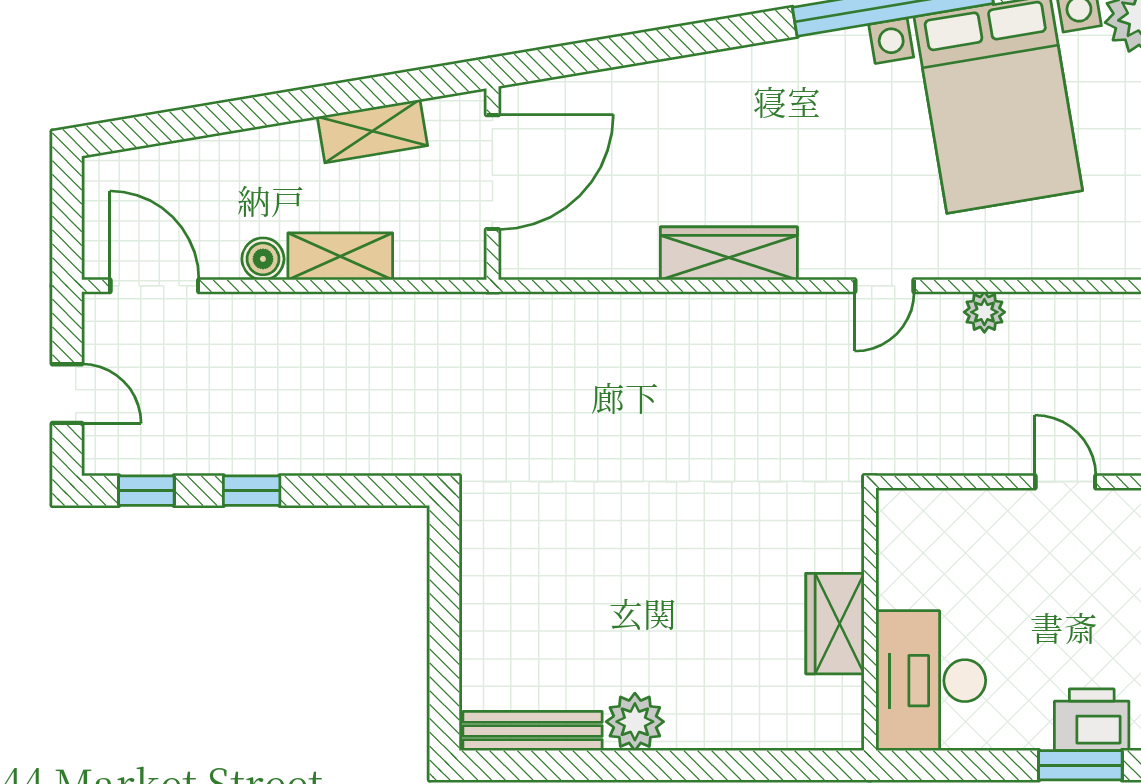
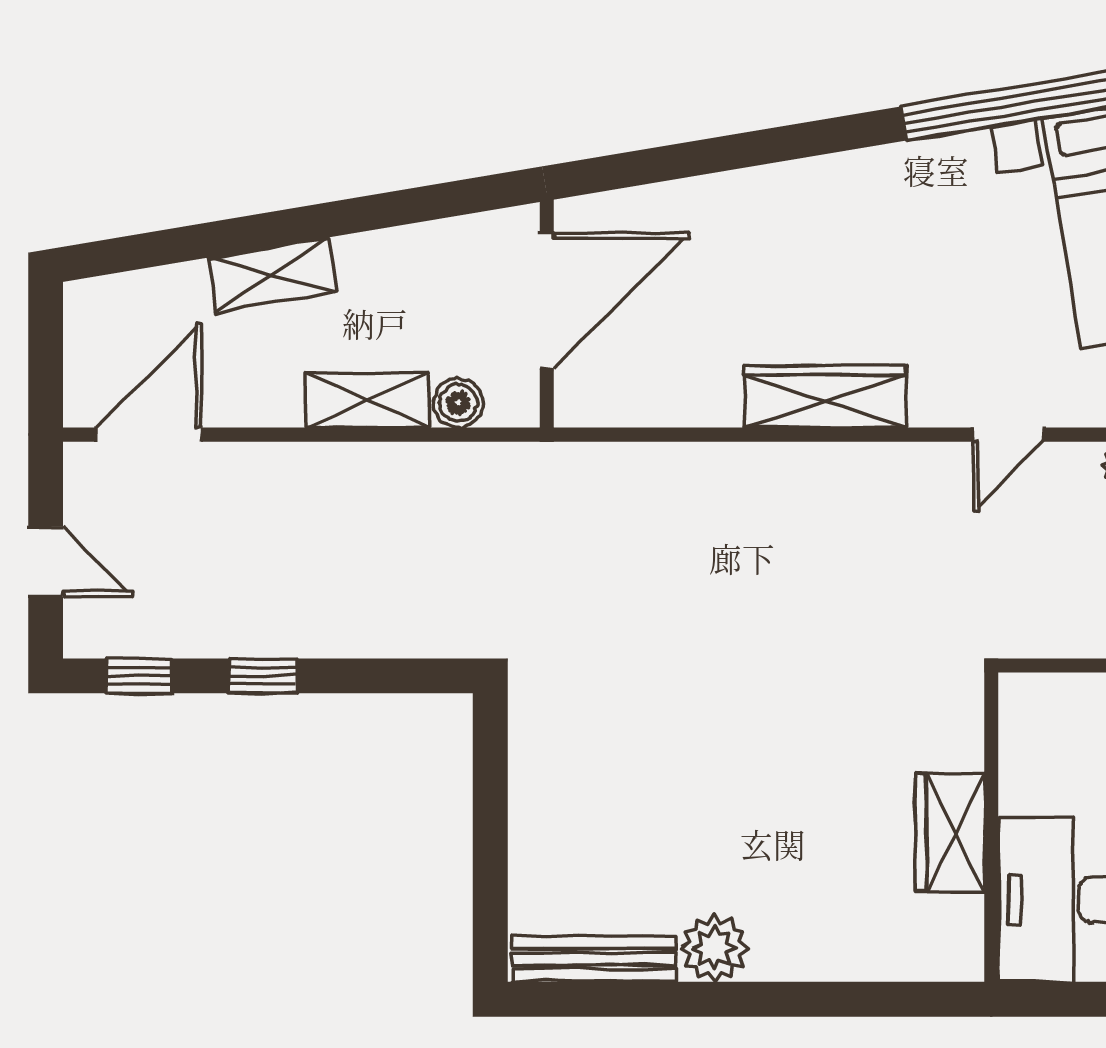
shelving: (372, 131) -> (272, 275), moved
boiler: (263, 259) -> (458, 403), moved
door: (154, 286) -> (149, 435), hinge flipped

